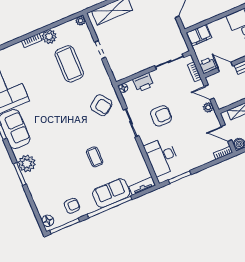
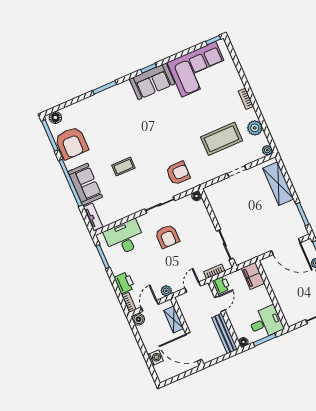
plant: (49, 37) -> (255, 128), moved
printer: (143, 82) -> (124, 283), moved, turned 180
armchair: (101, 105) -> (178, 173), turned -144
plant: (208, 107) -> (166, 291), moved
plant: (27, 164) -> (116, 95), removed
armchair: (72, 206) -> (71, 143), width x1.88, depth x1.88

